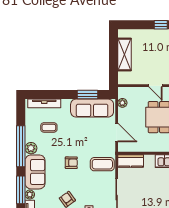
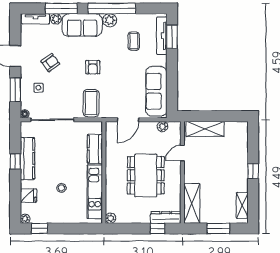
shelving: (124, 54) -> (205, 129), moved
door: (156, 86) -> (182, 153), moved
window: (87, 95) -> (172, 37), moved
kitchen counter: (131, 161) -> (95, 149), moved

